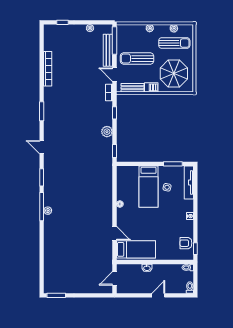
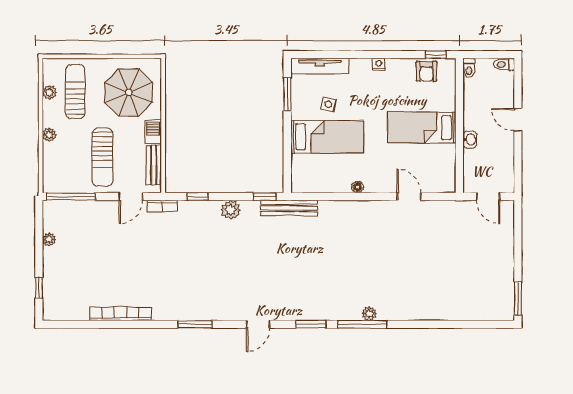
bench: (108, 50) -> (289, 208), moved
door: (114, 233) -> (409, 197), hinge flipped
bed: (136, 249) -> (422, 127), moved, turned -90

